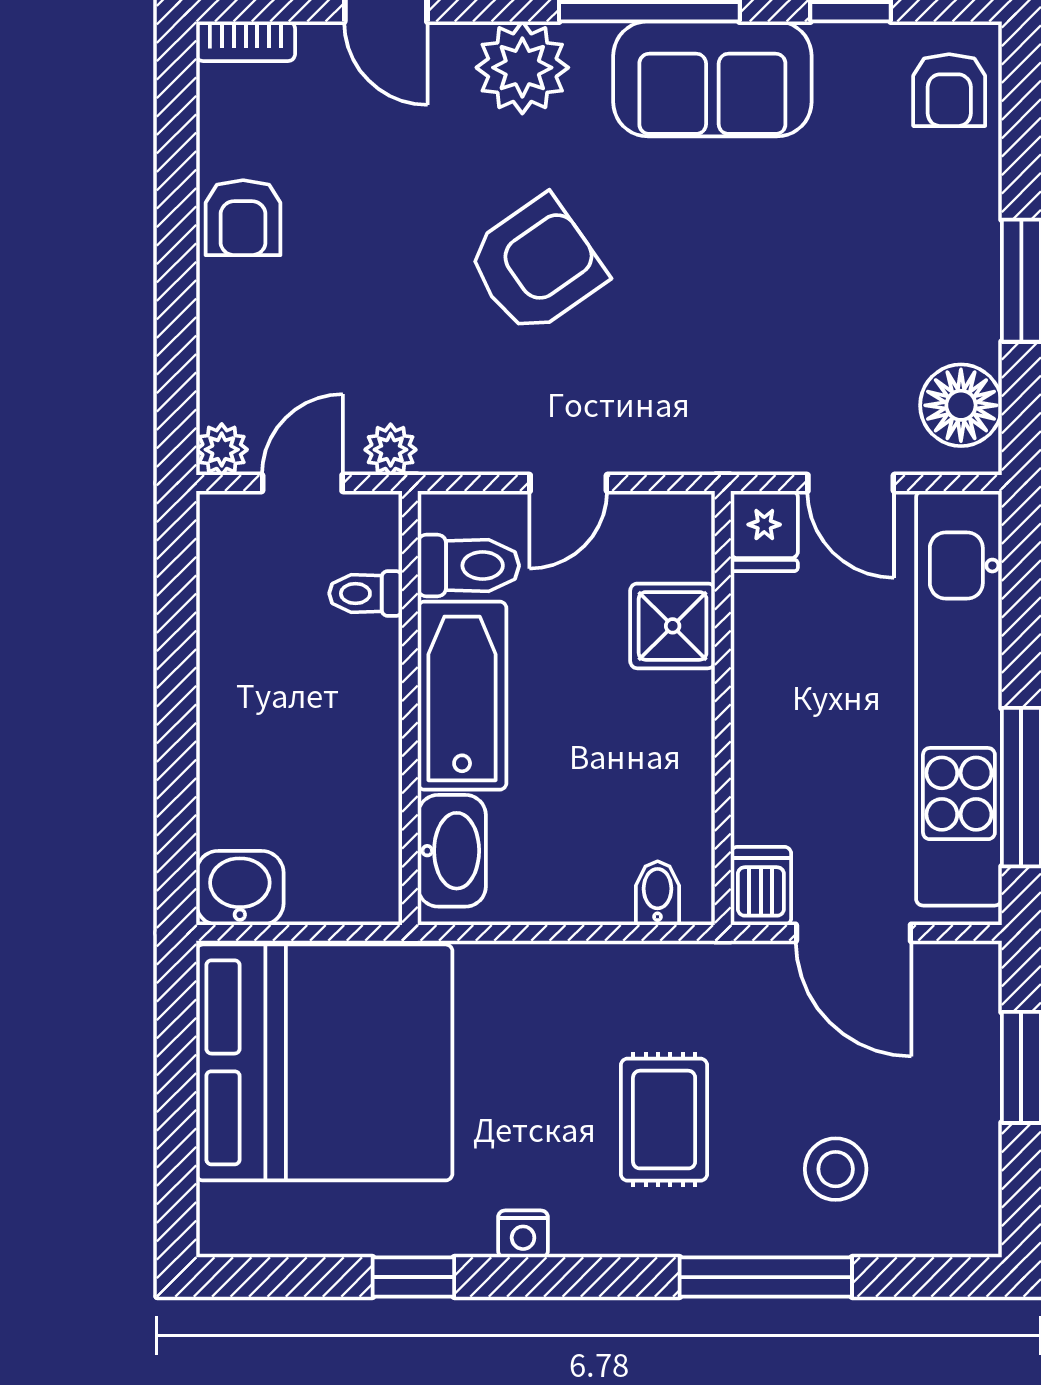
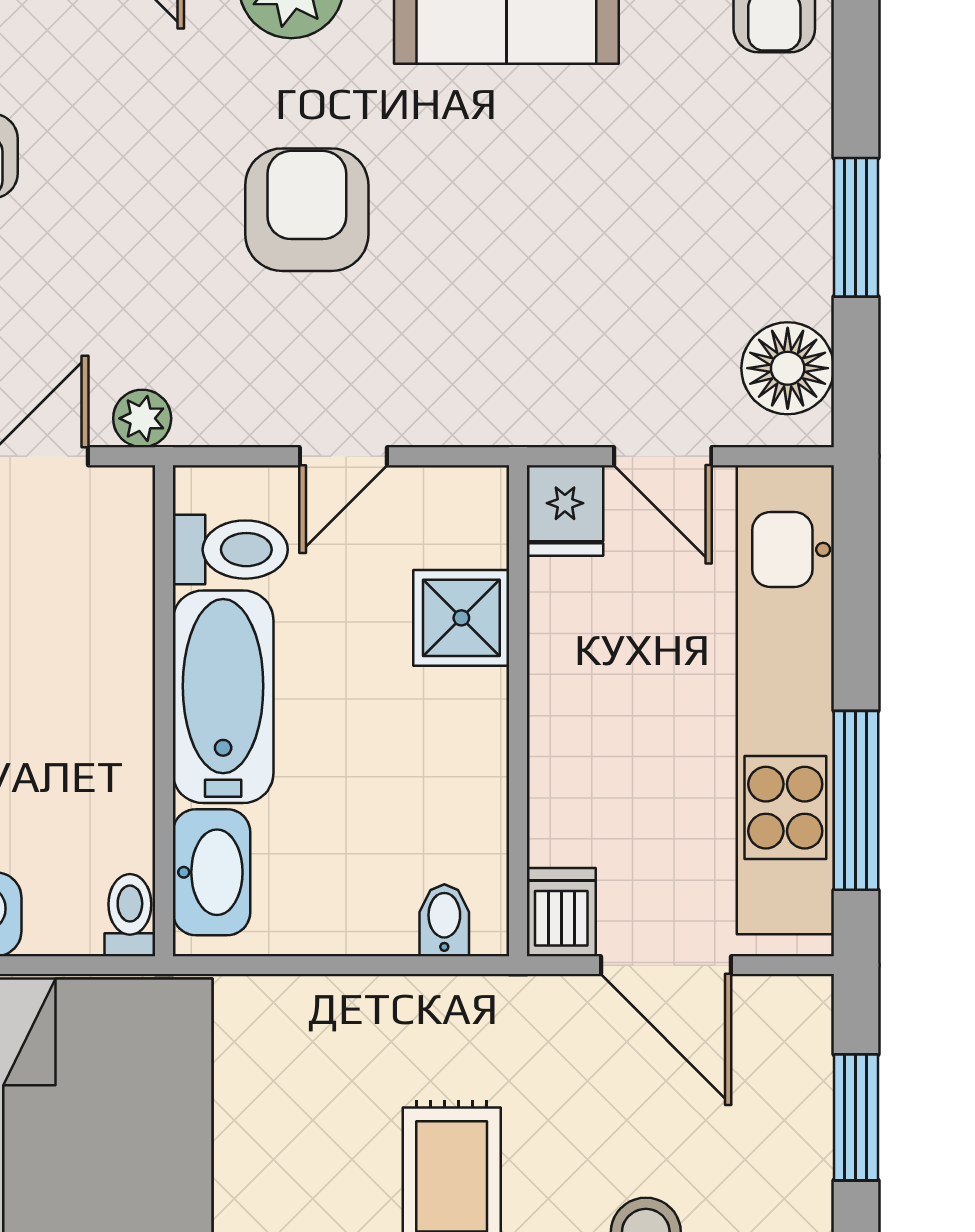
armchair: (536, 265) -> (307, 210), turned -55
toilet: (366, 593) -> (130, 915), moved, turned 90

